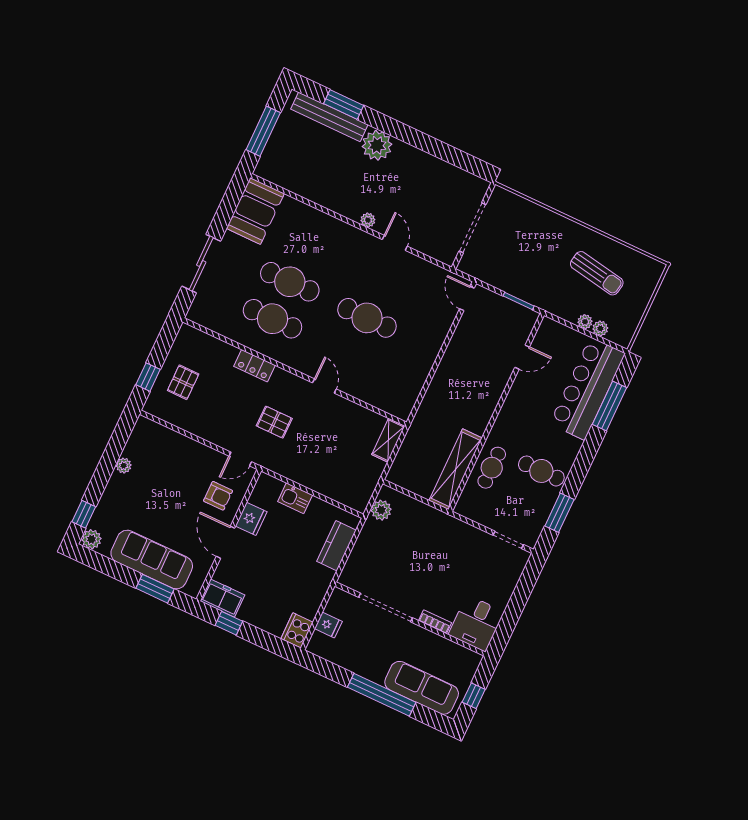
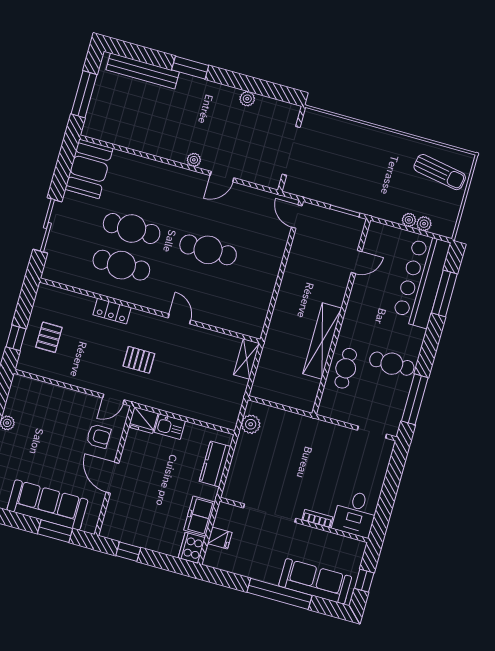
window: (344, 105) -> (190, 68), moved
plant: (377, 145) -> (247, 99), moved, width x0.53, depth x0.53
door: (395, 243) -> (222, 177), swing flipped
sun lounger: (597, 273) -> (440, 172), moved
shelving: (455, 469) -> (322, 341), moved
window: (559, 513) -> (415, 399), width x1.44
fridge: (251, 519) -> (143, 420), moved, turned 90
freezer: (222, 598) -> (199, 516), moved, turned -90

